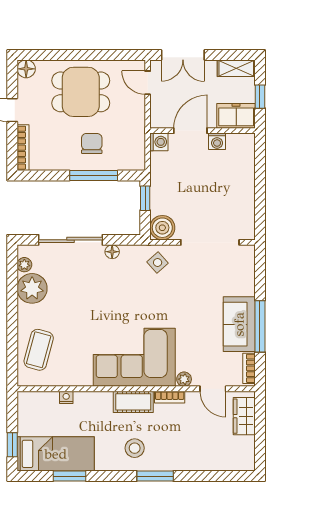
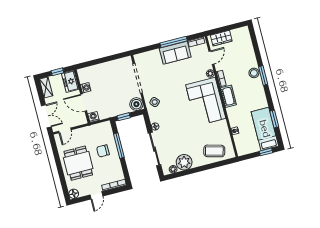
stool: (135, 448) -> (254, 73), moved

